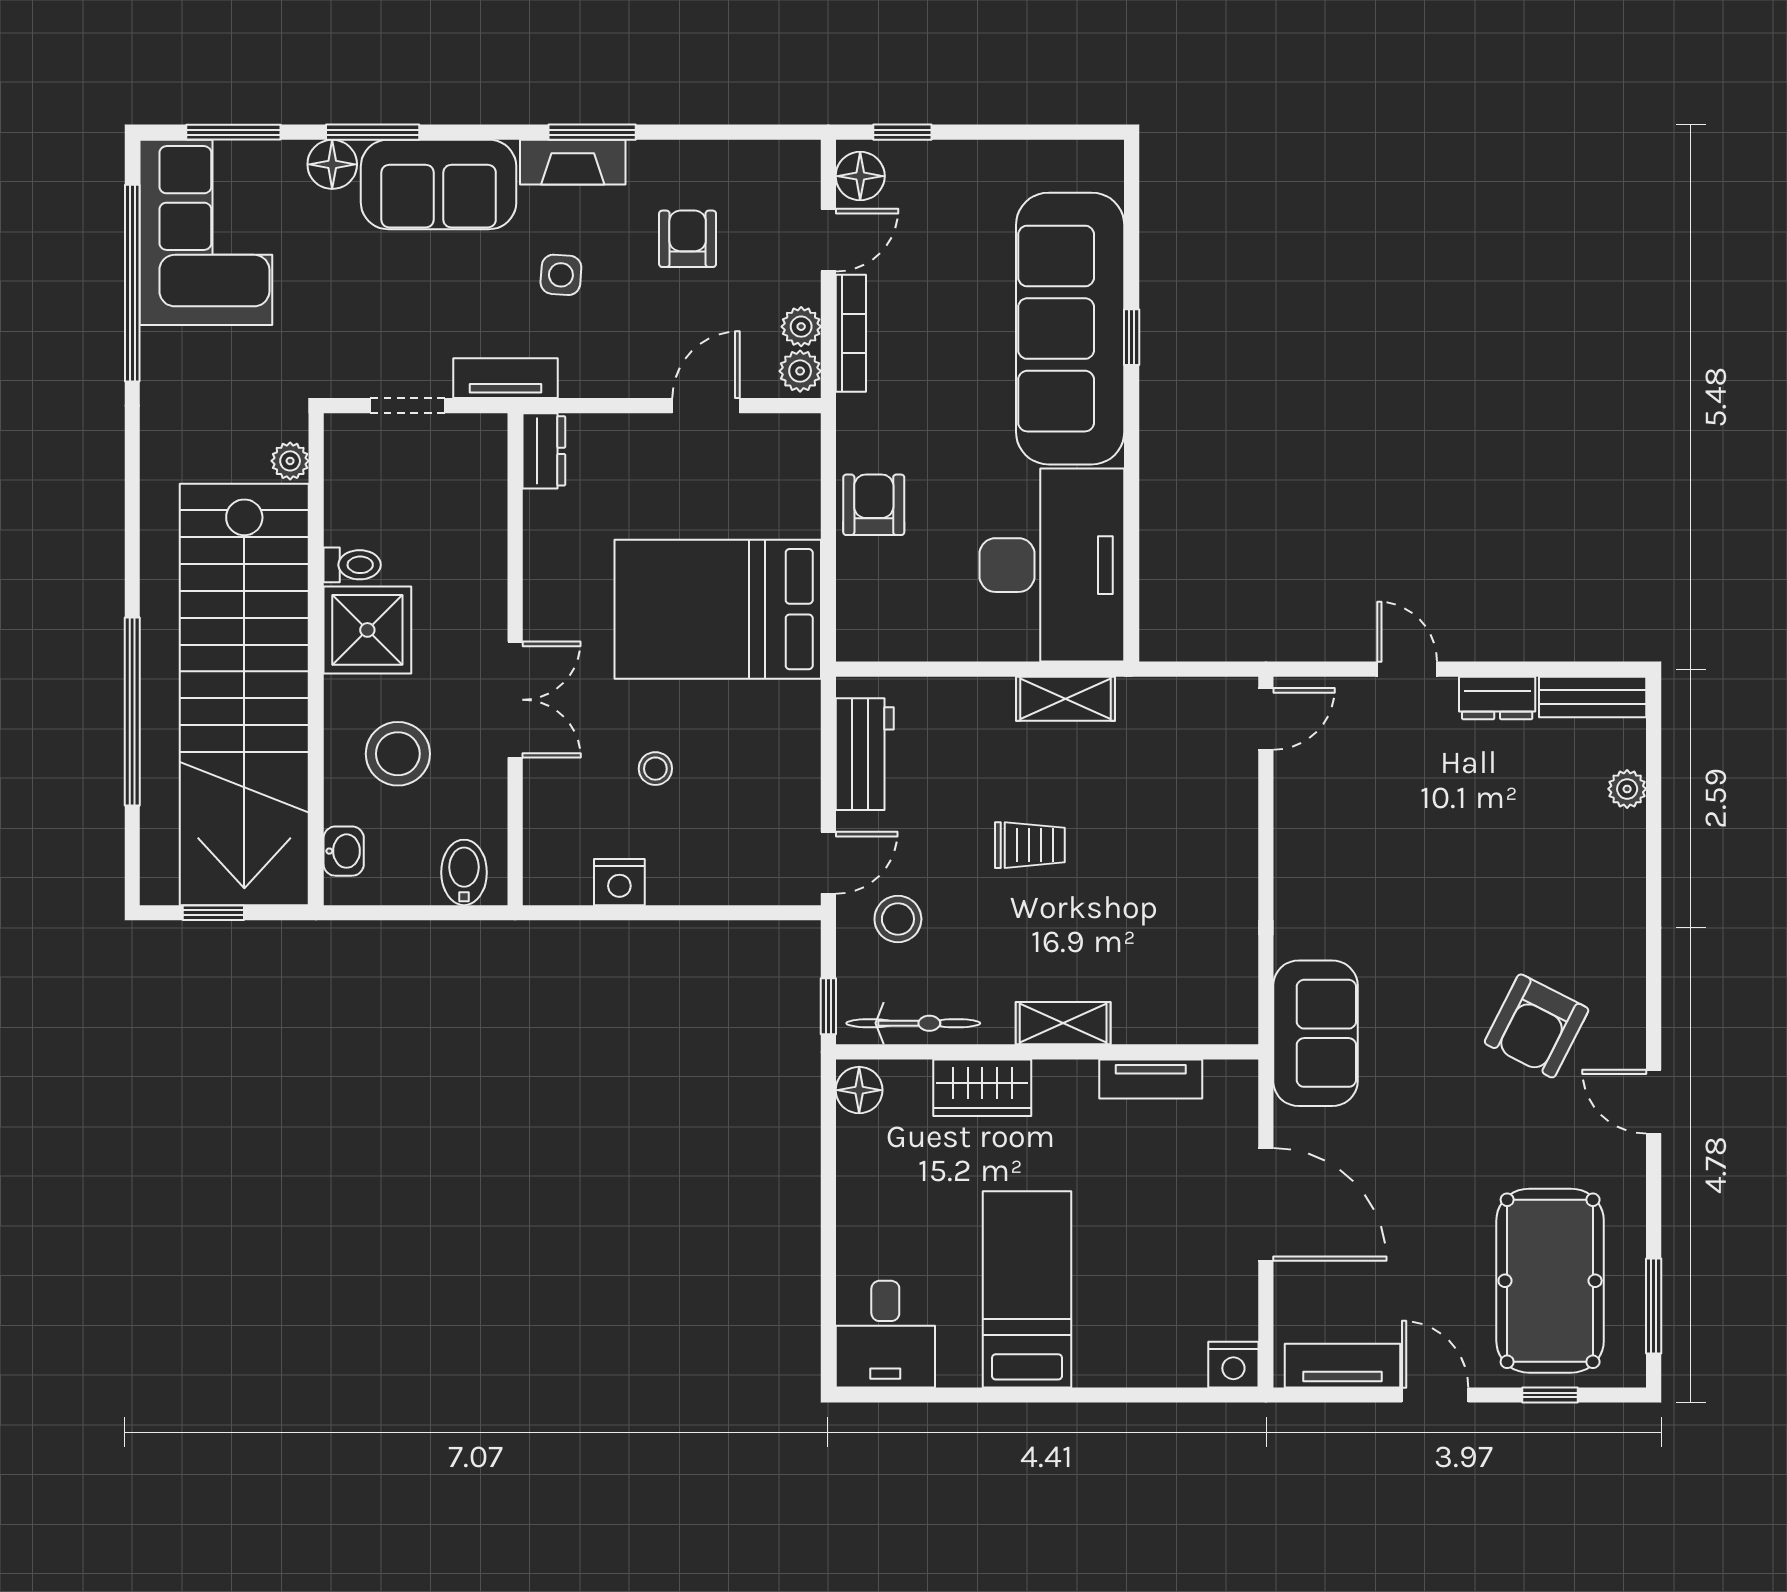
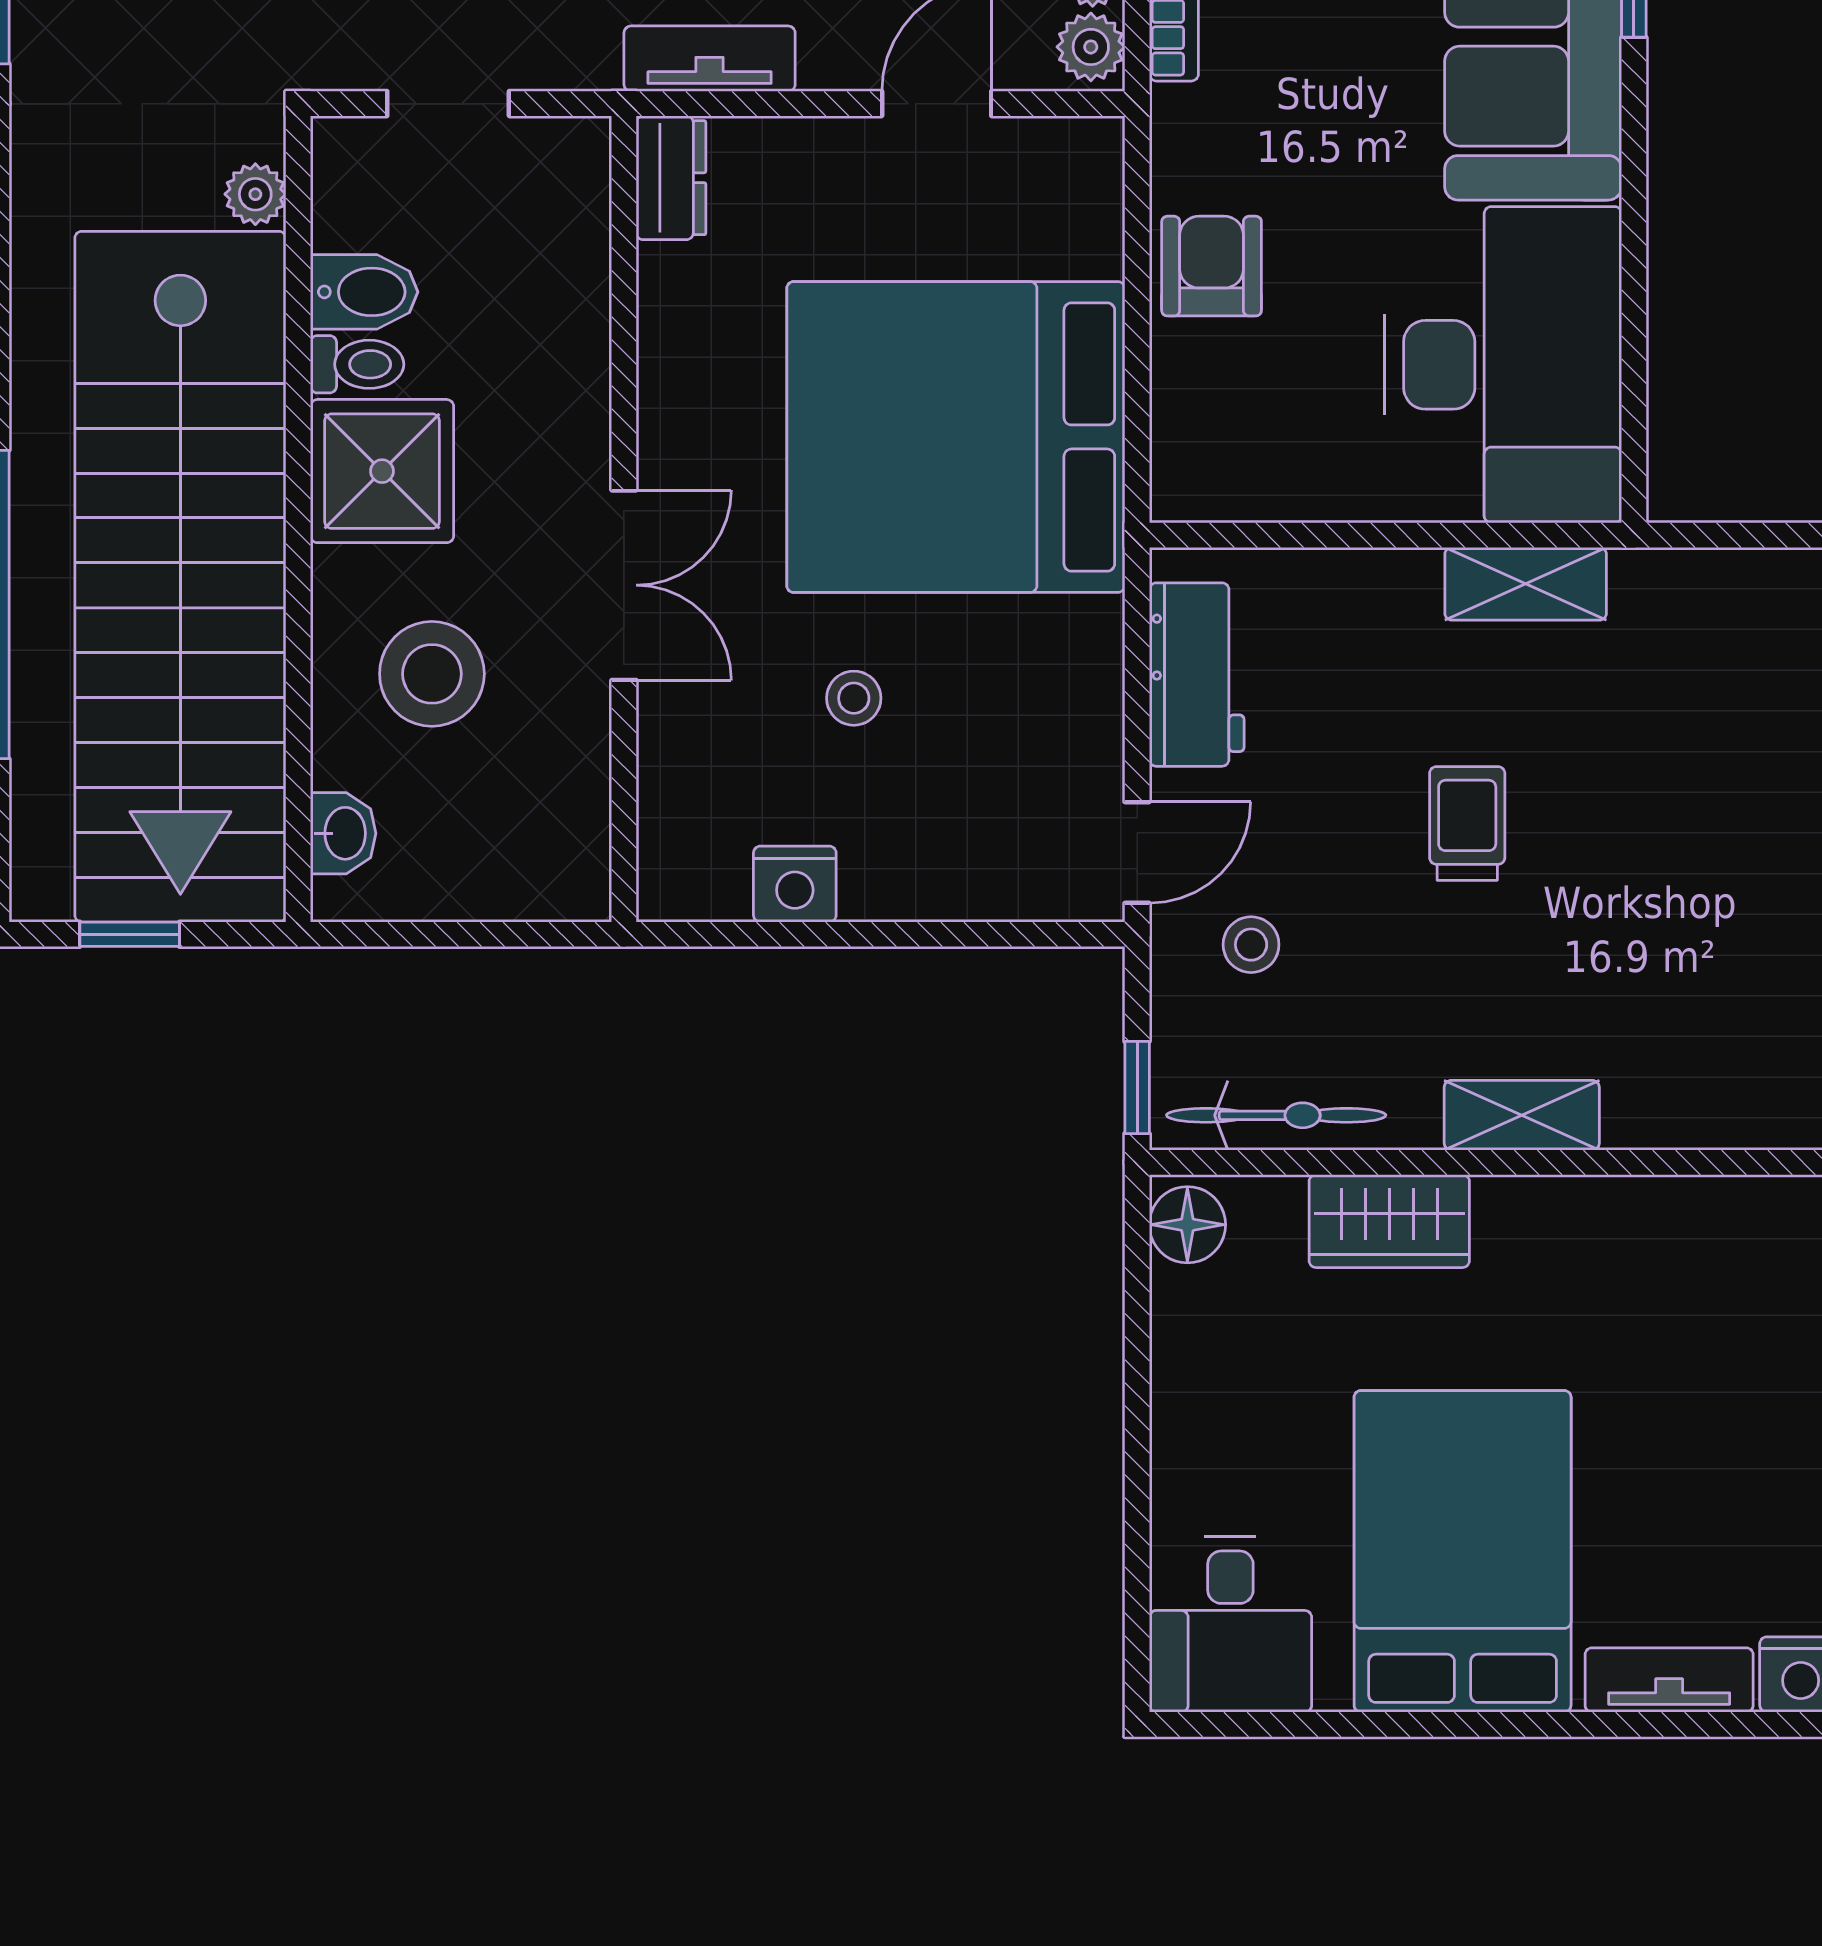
tv unit: (506, 378) -> (710, 59), moved
bed: (718, 609) -> (956, 437), width x1.36
trolley: (1030, 845) -> (1467, 823), turned -90
bidet: (464, 872) -> (364, 292), moved, turned 90
stool: (898, 919) -> (1251, 945), width x0.73, depth x0.73
tv unit: (1151, 1079) -> (1669, 1680), moved, turned 180
bed: (1027, 1289) -> (1463, 1551), width x1.50

